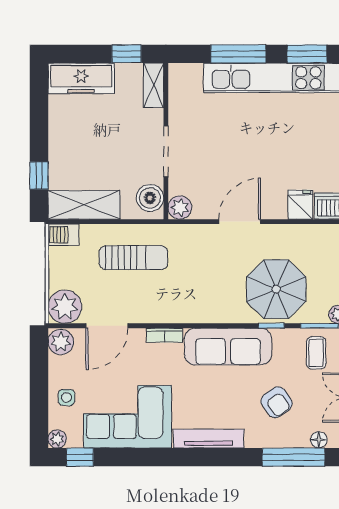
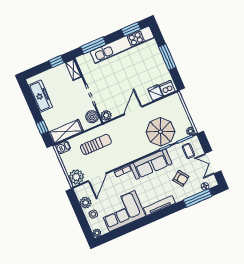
window: (238, 54) -> (93, 45), moved
freezer: (81, 78) -> (41, 96), moved, turned -90
plant: (61, 342) -> (86, 203), moved
window: (80, 457) -> (110, 236), removed

